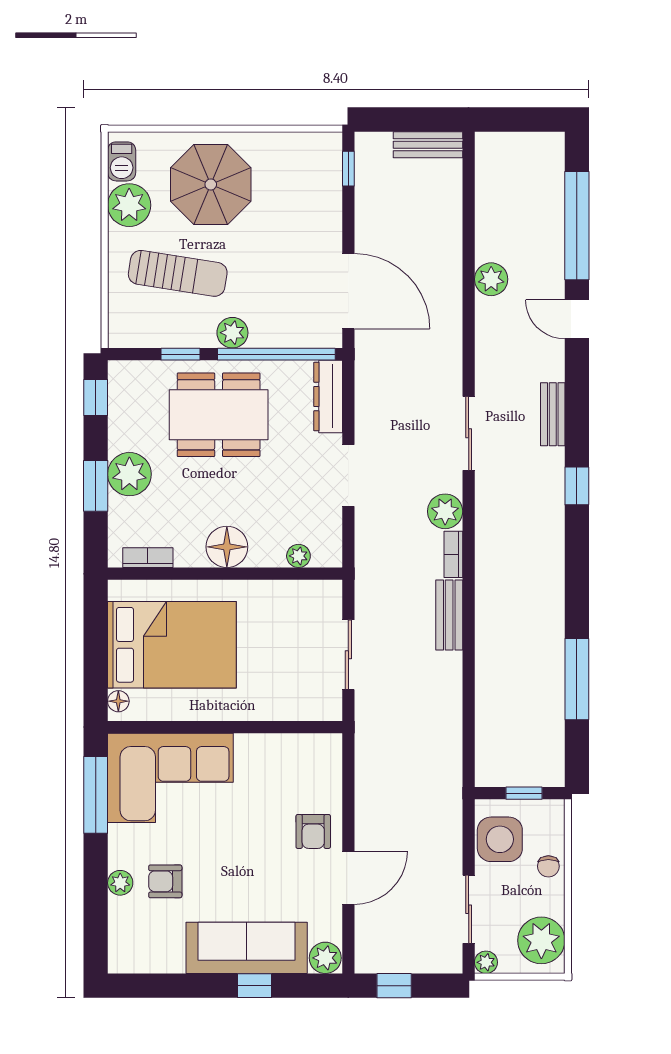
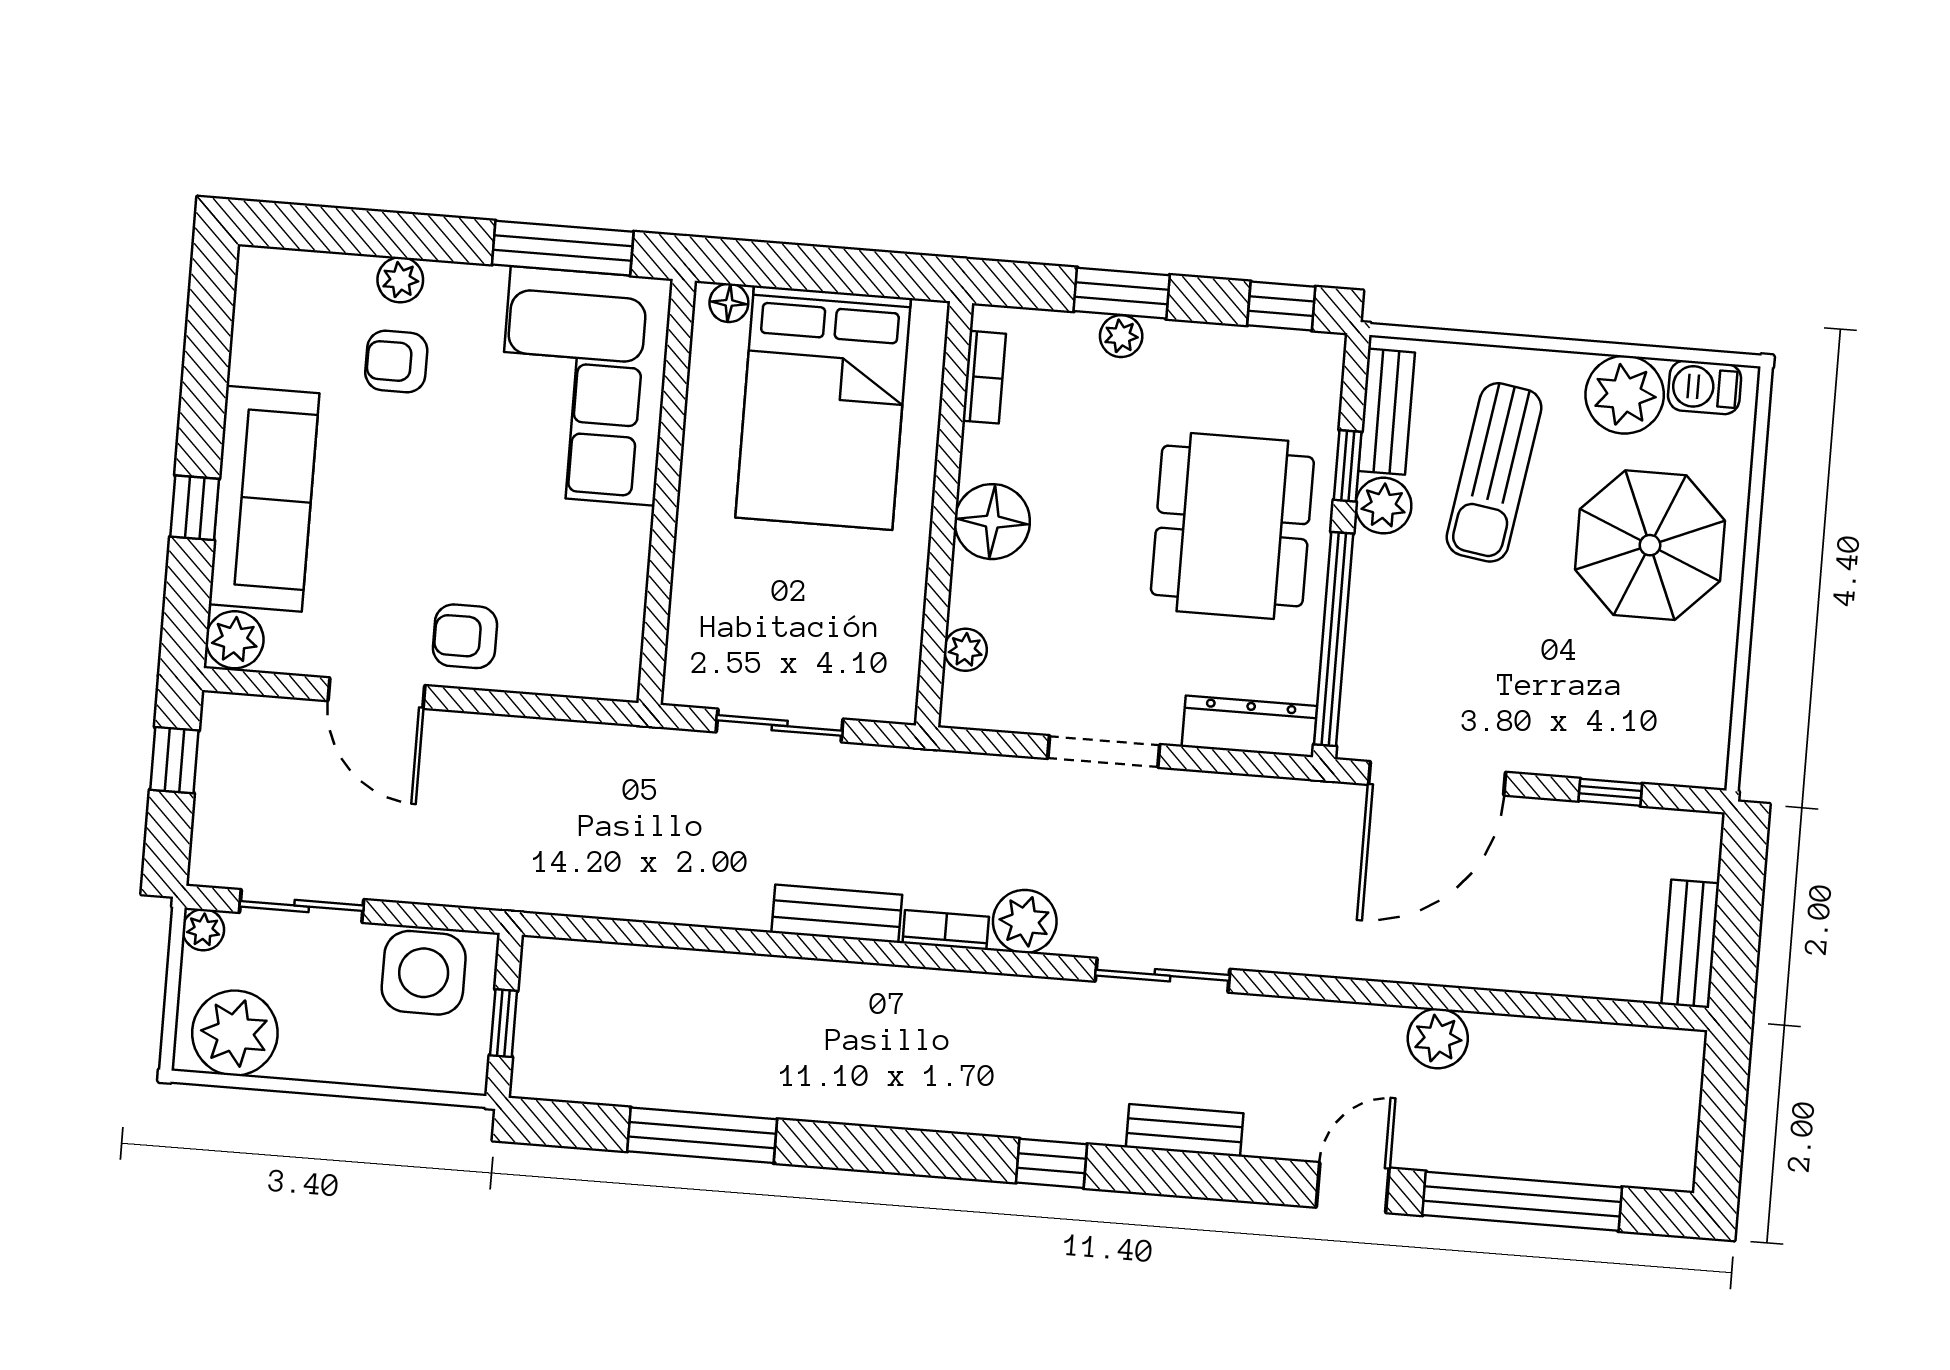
window: (348, 169) -> (1610, 792), moved
plant: (232, 333) -> (1383, 506), moved
bench: (149, 335) -> (1386, 412), added
plant: (129, 474) -> (1121, 336), width x0.53, depth x0.53
chair: (548, 866) -> (368, 1057), removed
armchair: (165, 881) -> (396, 362), turned -90

